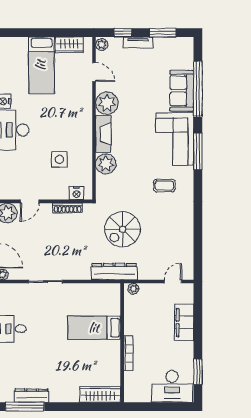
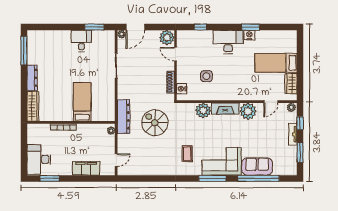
door: (173, 282) -> (116, 160), hinge flipped
dresser: (32, 396) -> (32, 78), moved

